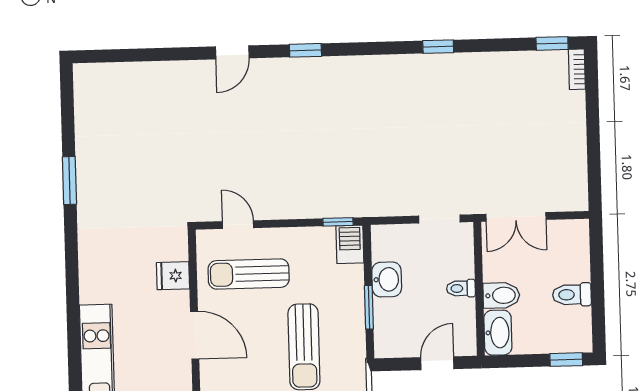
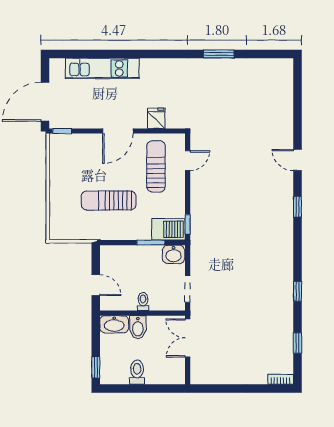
window: (552, 43) -> (297, 343), moved
barbecue: (350, 244) -> (169, 229), width x1.38, depth x1.27
washbasin: (387, 279) -> (174, 254), moved
window: (369, 307) -> (151, 243), moved

